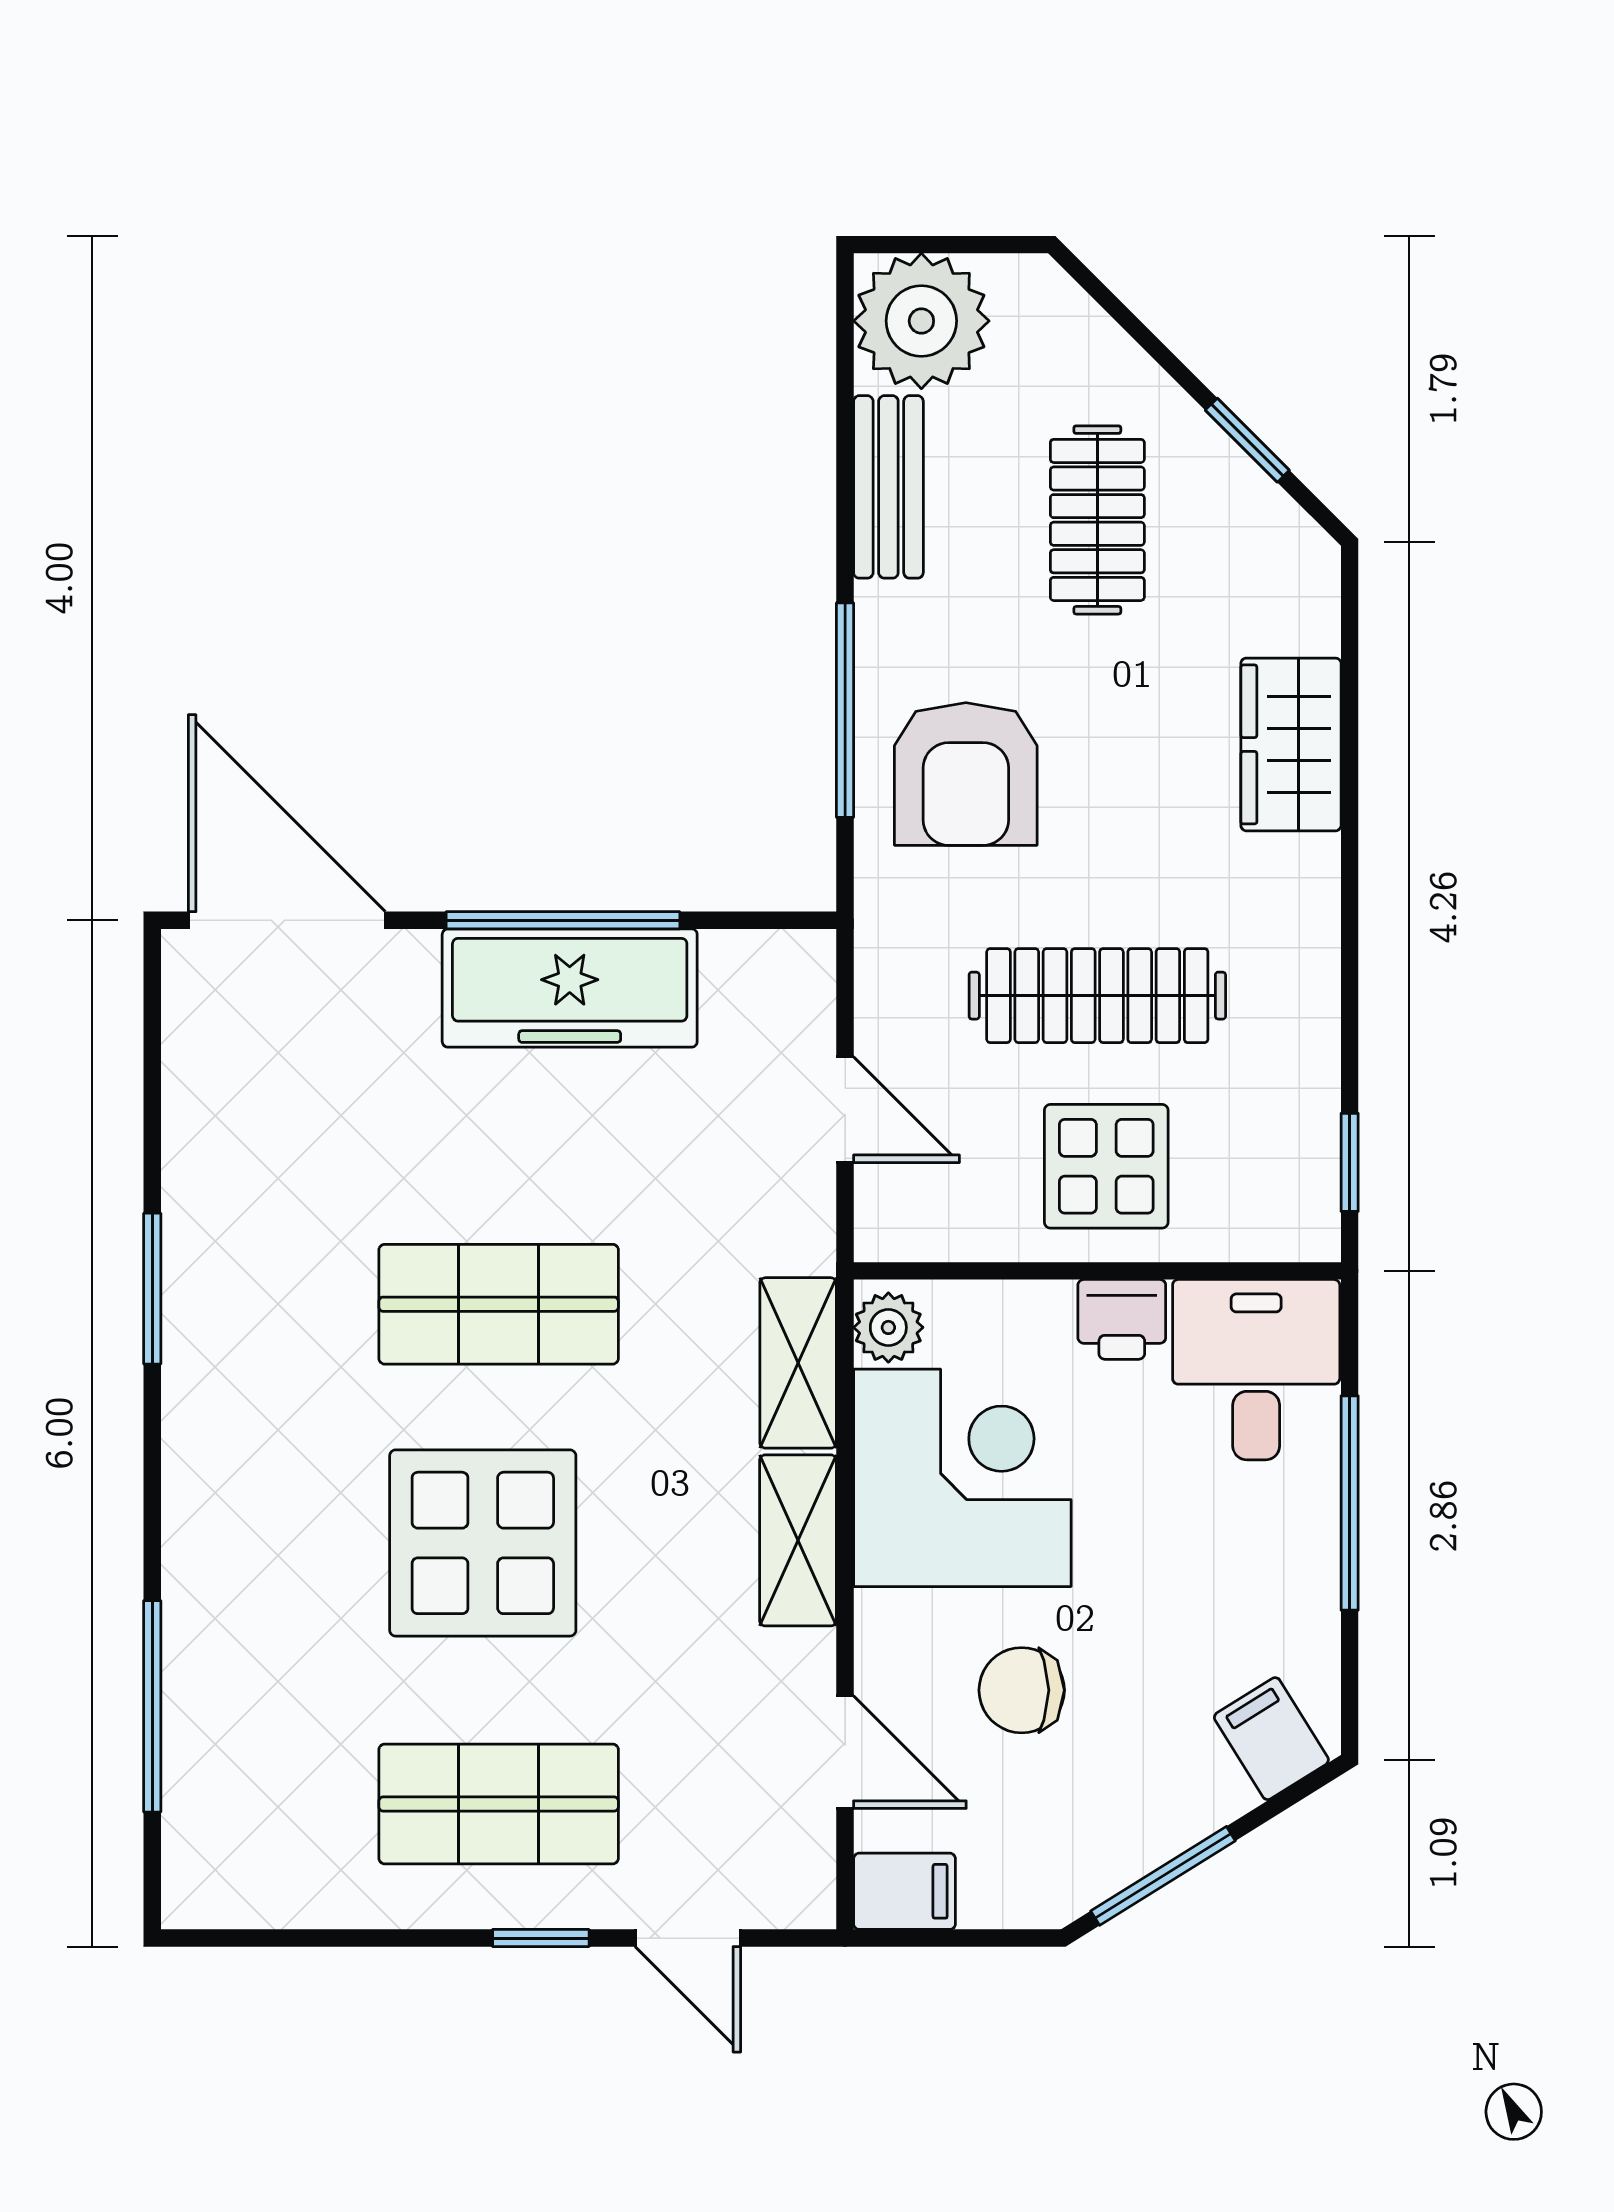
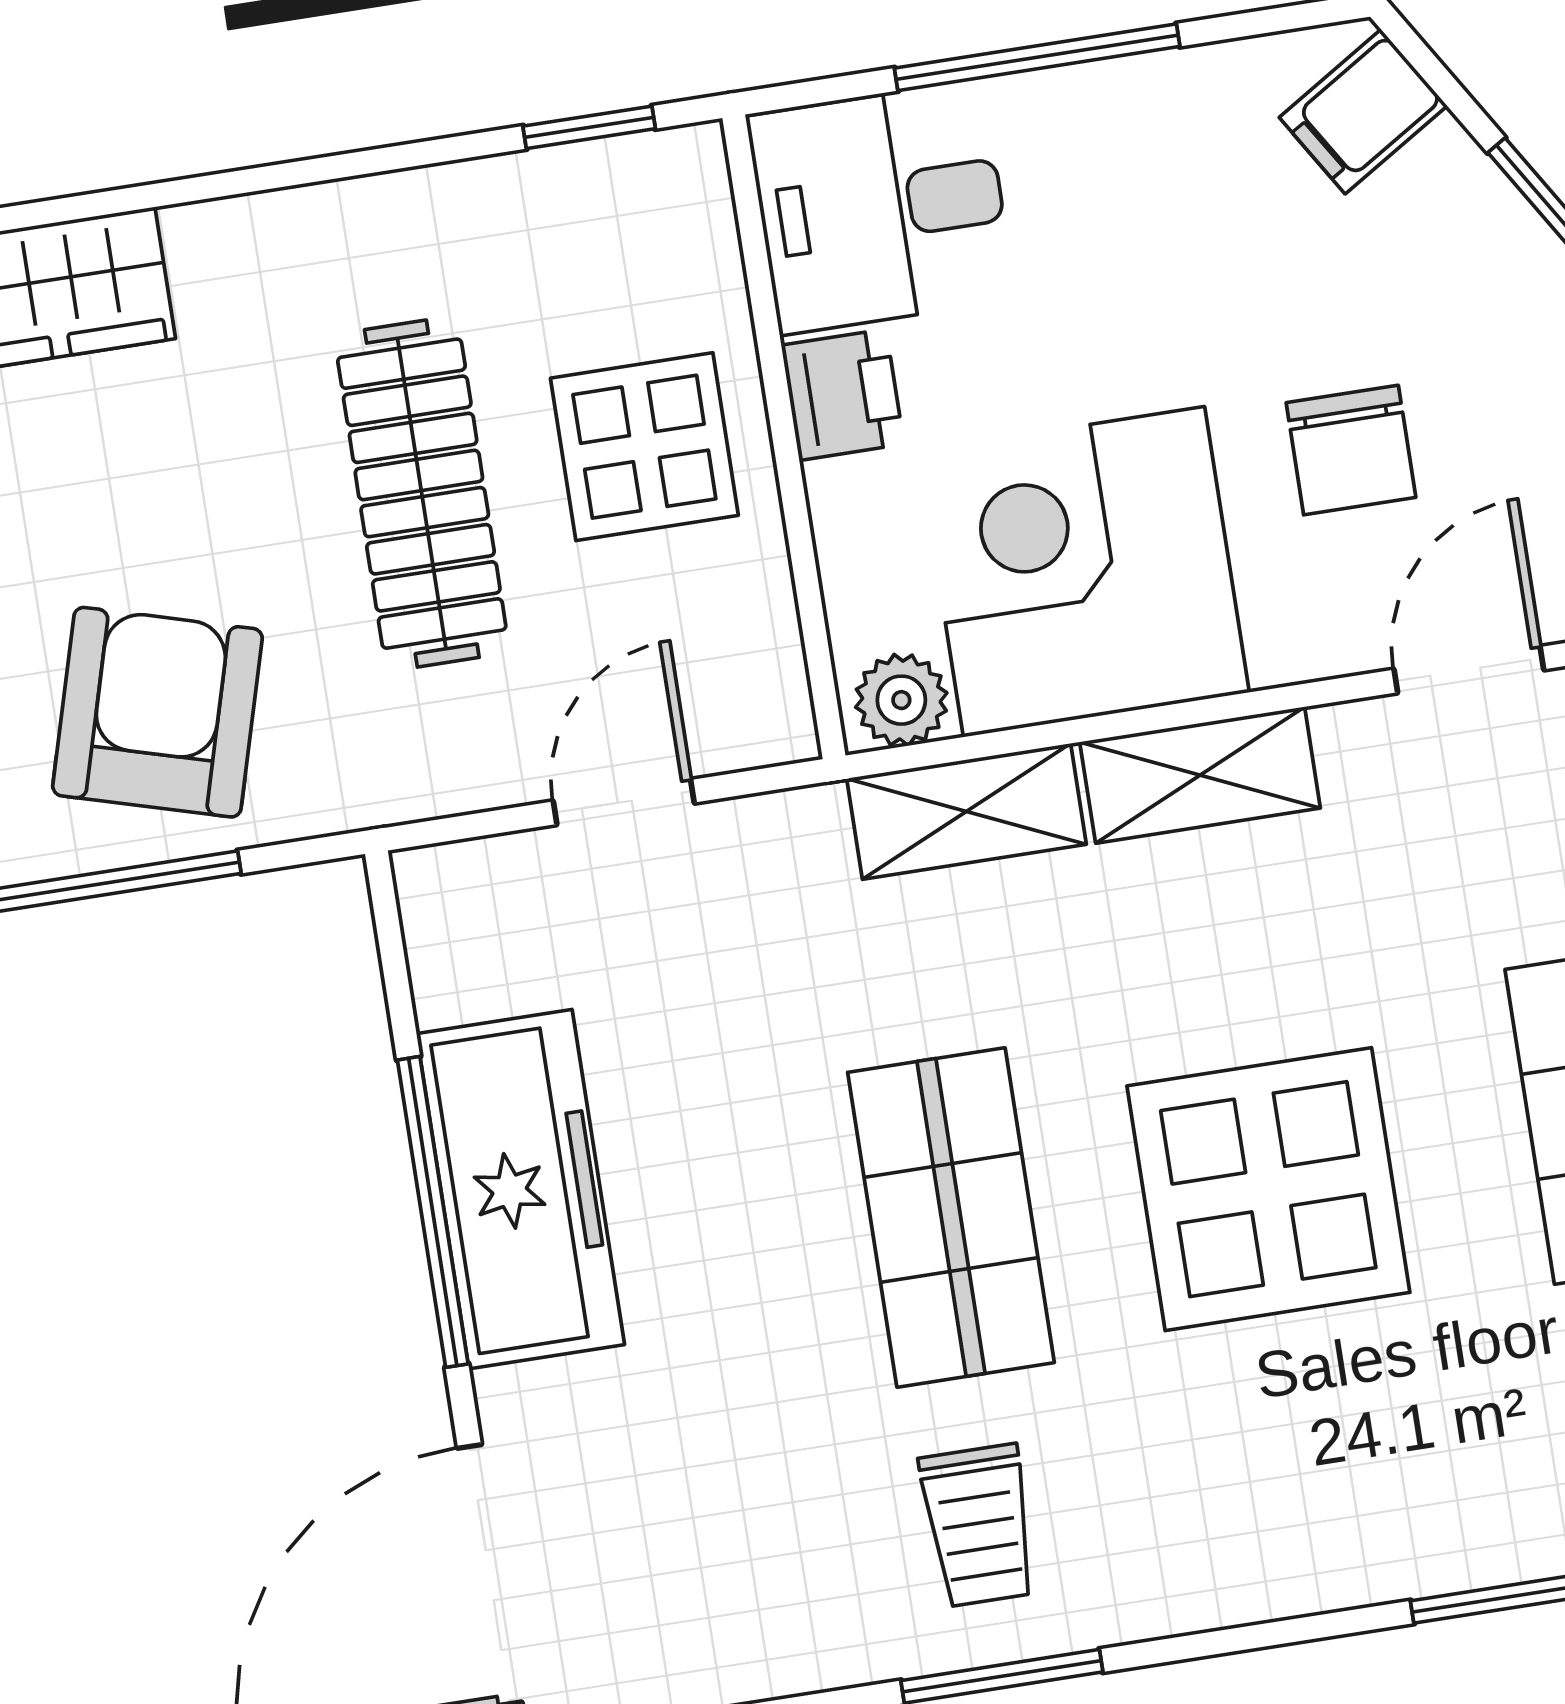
armchair: (966, 774) -> (157, 712), turned -74
trolley: (267, 1289) -> (979, 1525), added

